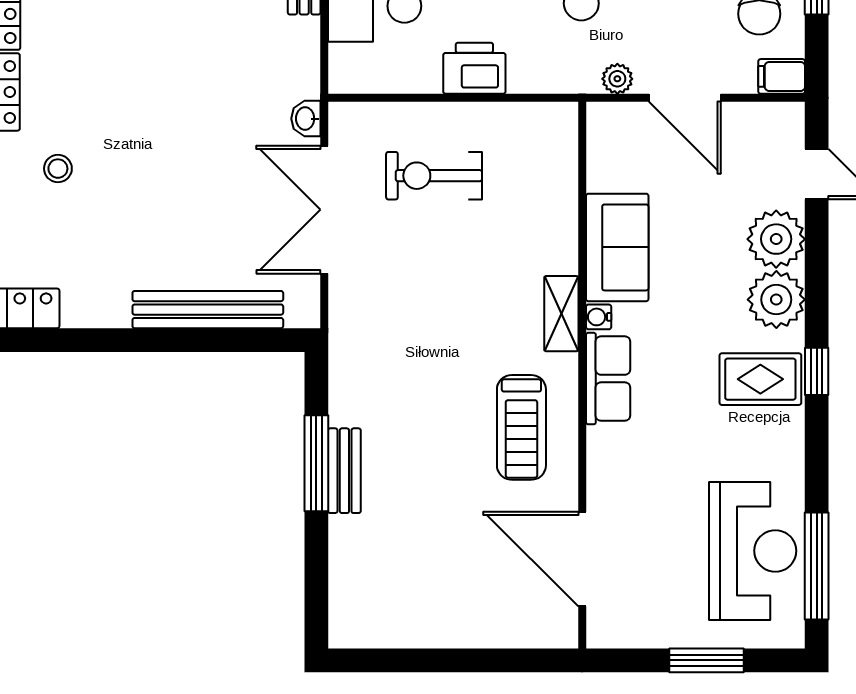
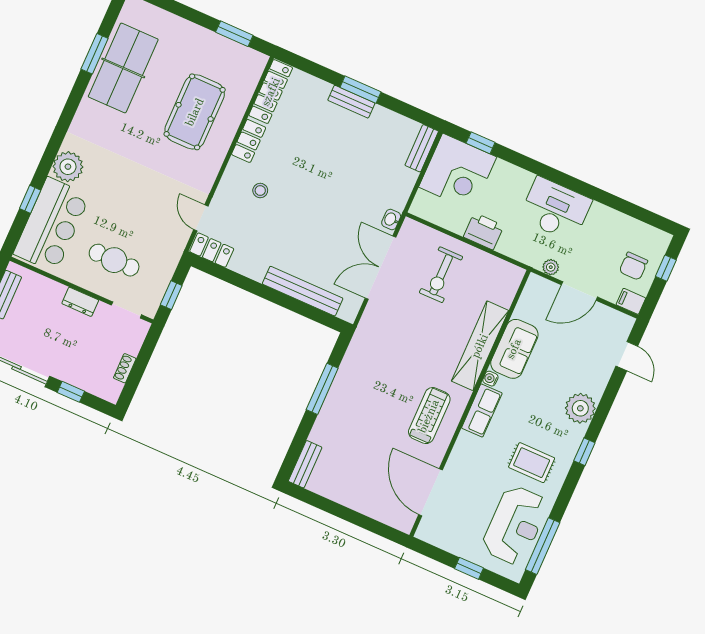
door: (685, 98) -> (579, 291), hinge flipped
exercise bike: (434, 176) -> (441, 275), turned -90
plant: (776, 239) -> (593, 379), removed
shelving: (561, 314) -> (480, 346), width x2.20, depth x1.33
rug: (760, 379) -> (532, 463), moved
treadmill: (521, 427) -> (429, 416), turned 180
bench: (344, 471) -> (305, 464), moved
window: (707, 660) -> (469, 568), width x0.67

